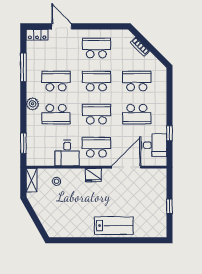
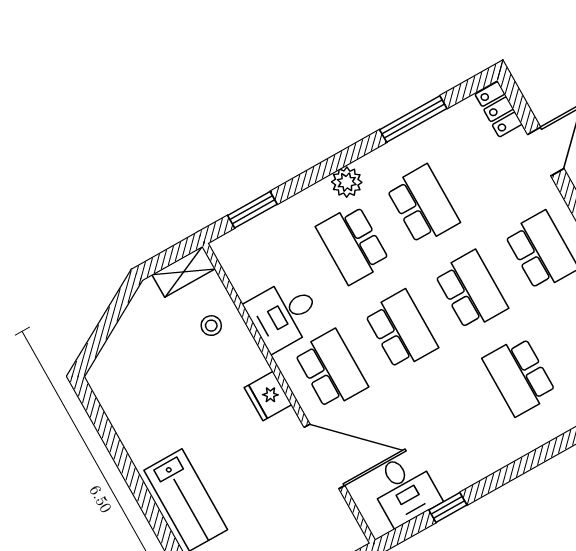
school desk: (137, 81) -> (519, 376), turned 180
school desk: (137, 114) -> (449, 415), removed

